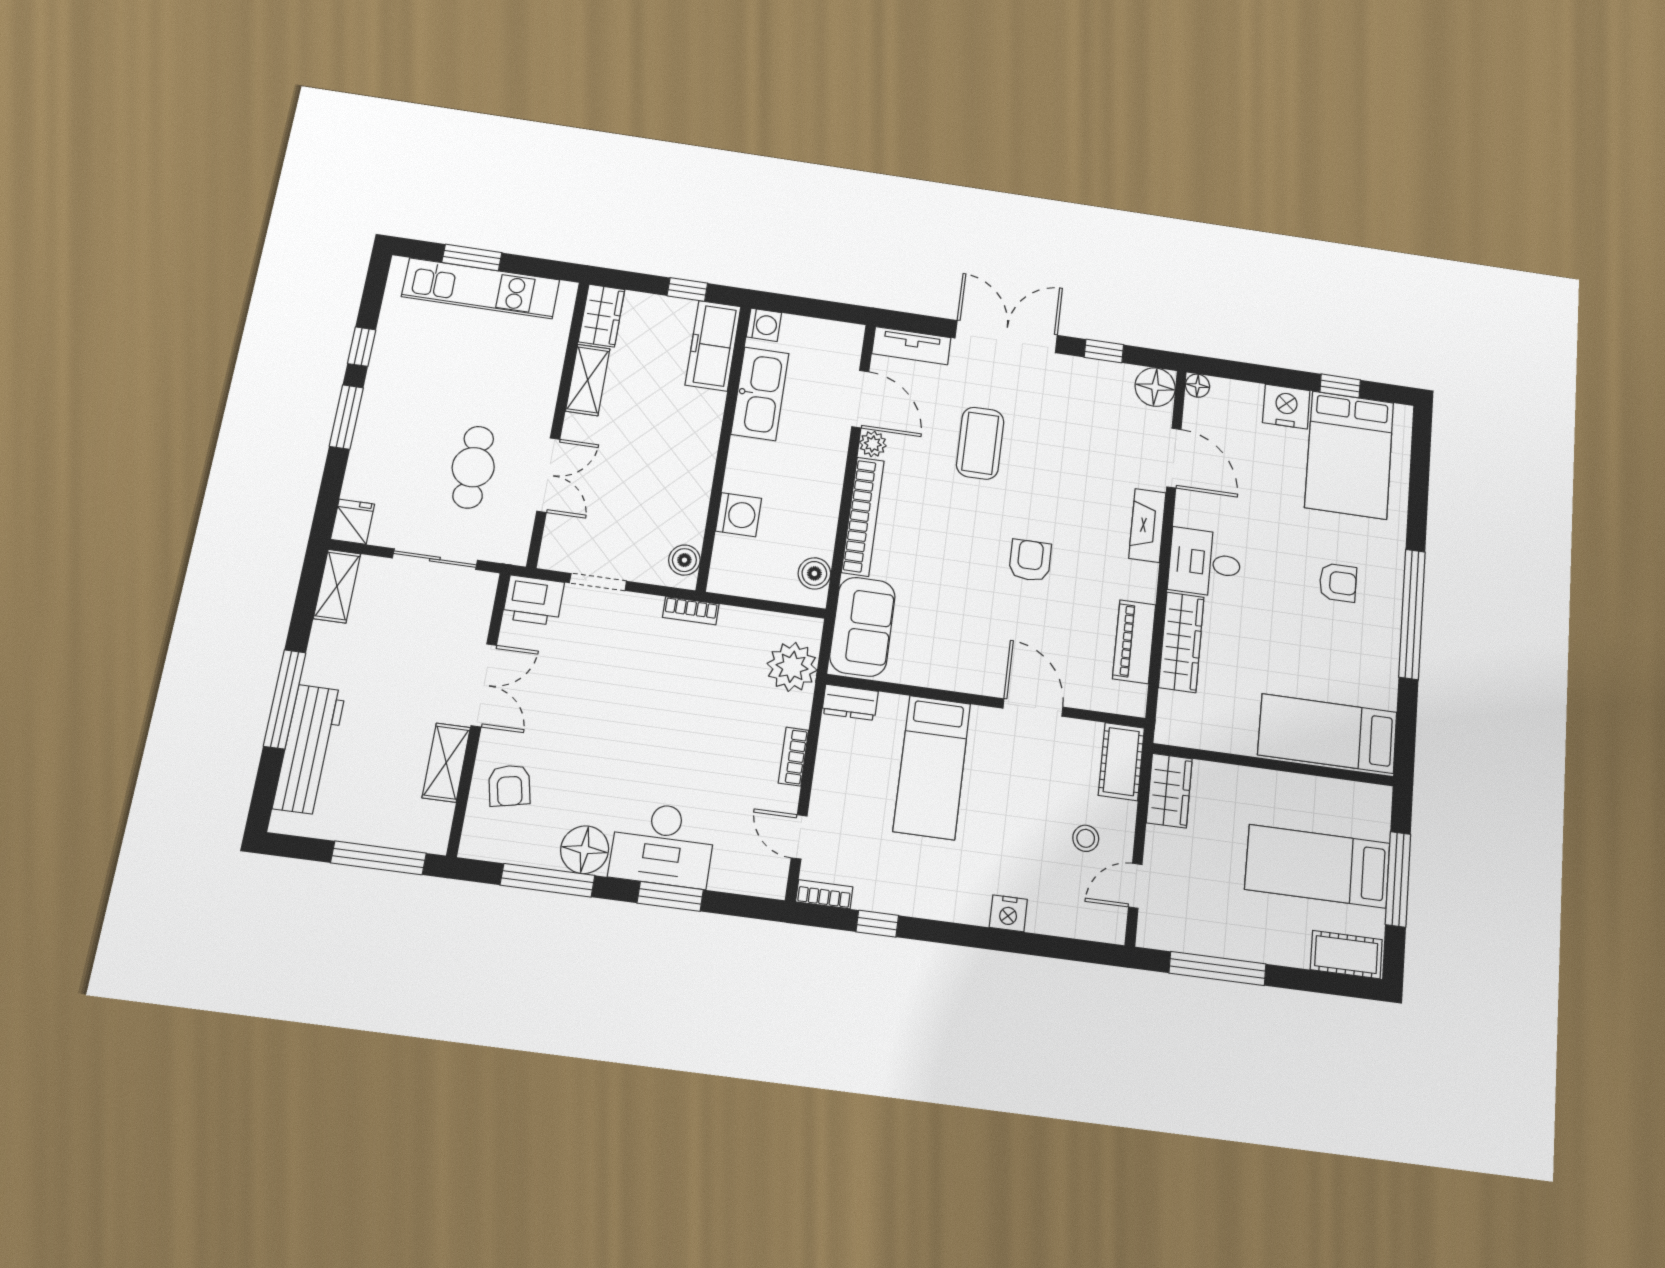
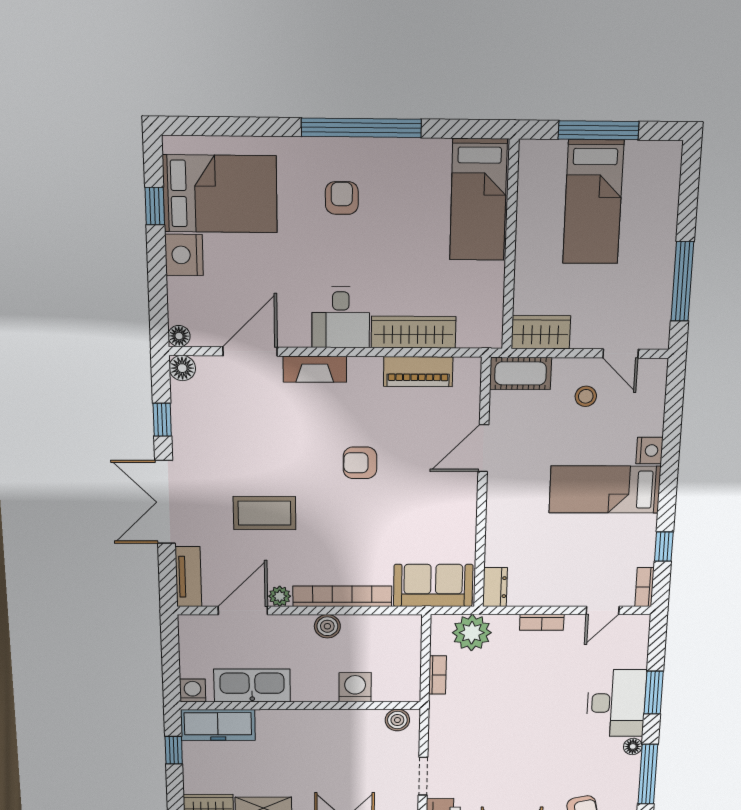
floor lamp: (1155, 387) -> (182, 368), width x0.73, depth x0.73
boiler: (814, 573) -> (327, 626), moved
bookcase: (691, 611) -> (438, 675), moved
bed: (932, 767) -> (605, 490), moved, turned 180
floor lamp: (585, 850) -> (633, 746), width x0.53, depth x0.53
cot: (1346, 955) -> (665, 173), removed

